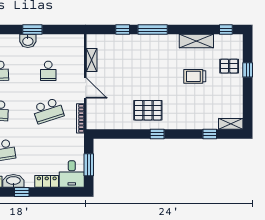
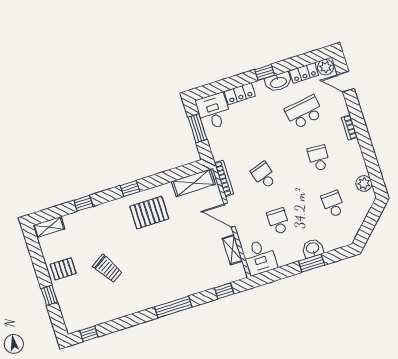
window: (123, 30) -> (224, 291), moved
shelving: (196, 41) -> (193, 183), moved
desk: (72, 47) -> (260, 257), added
pallet: (229, 66) -> (63, 269), moved
trolley: (195, 76) -> (108, 269), turned 58
school desk: (48, 111) -> (264, 175), width x0.54
window: (210, 134) -> (83, 203), moved

